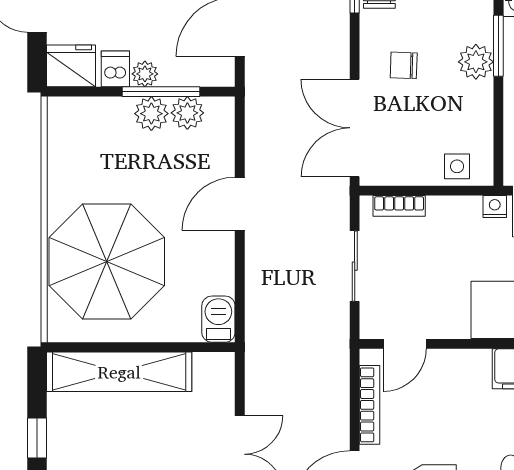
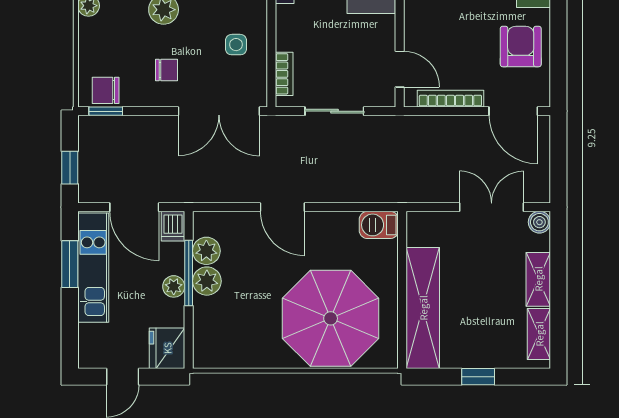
chair: (404, 65) -> (167, 70), turned -92
dishwasher: (115, 69) -> (173, 226), moved, turned -90
side table: (457, 166) -> (236, 45), moved

